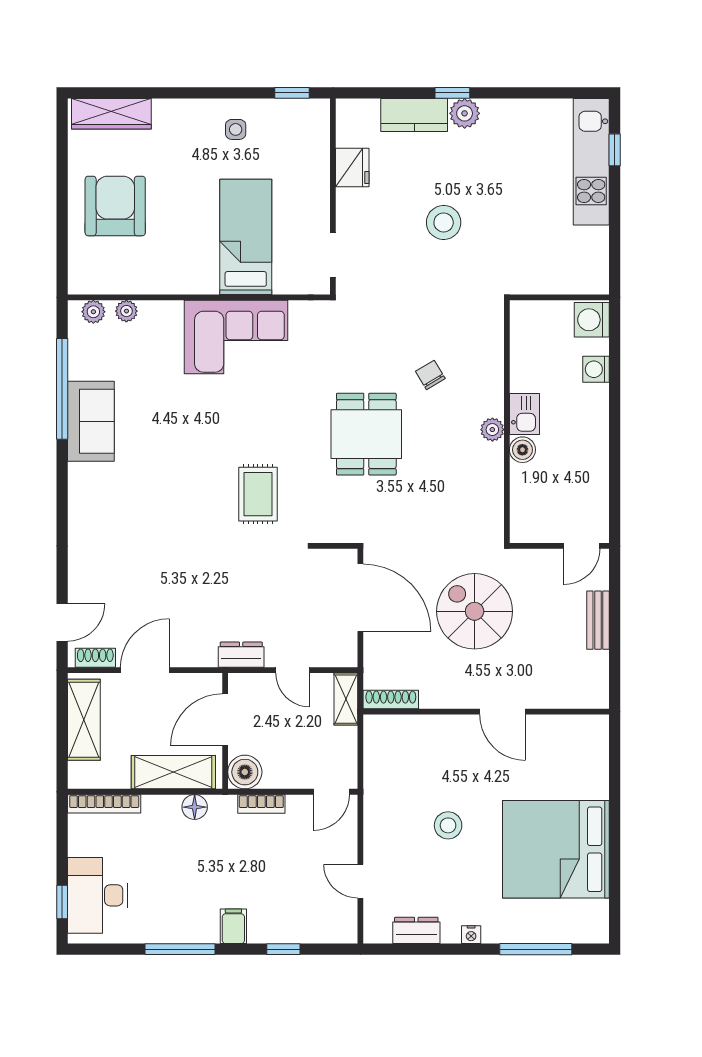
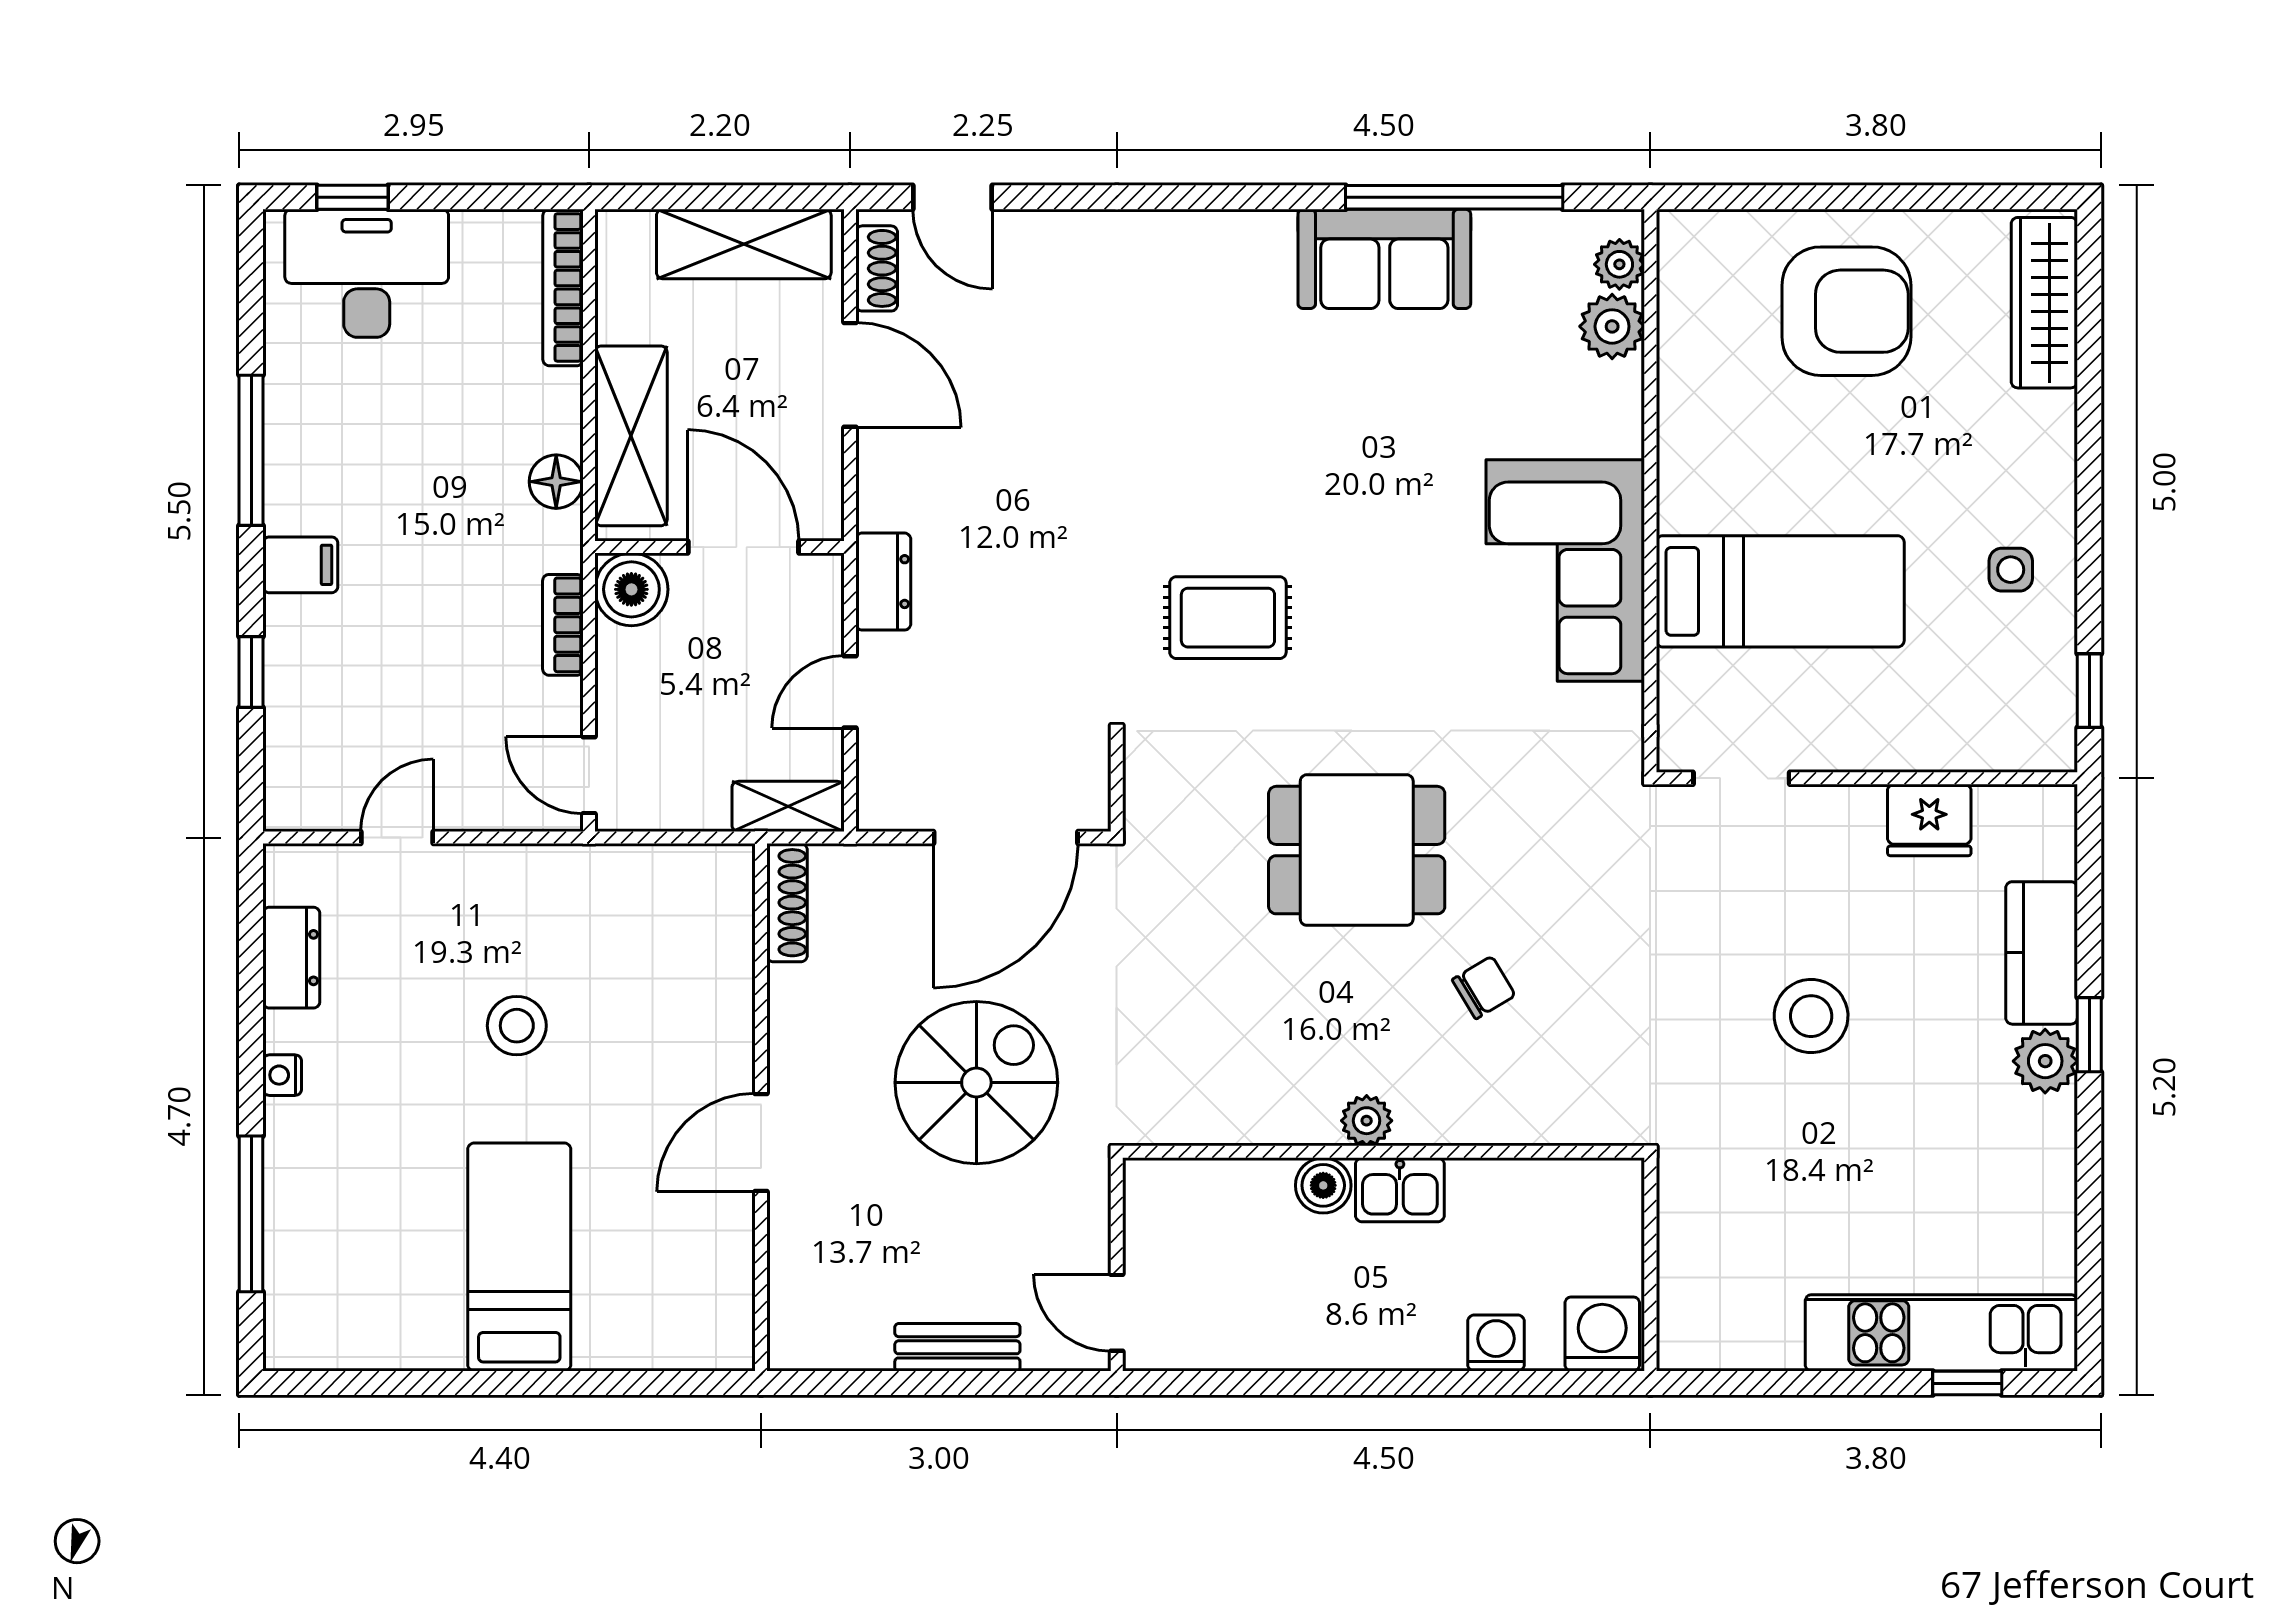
plant: (126, 311) -> (1612, 326), width x1.38, depth x1.38
bed: (556, 849) -> (519, 1257), width x0.49

